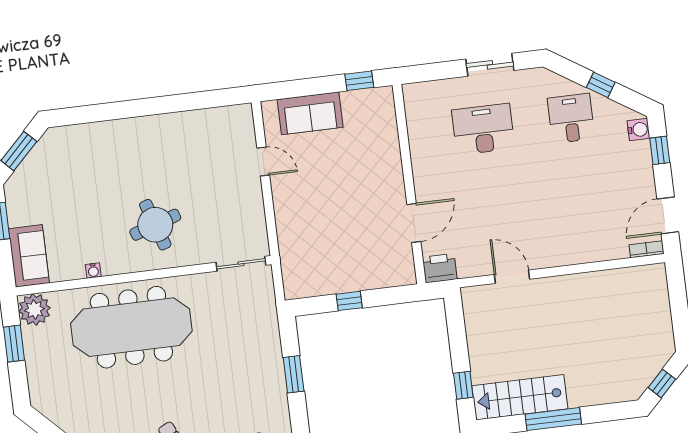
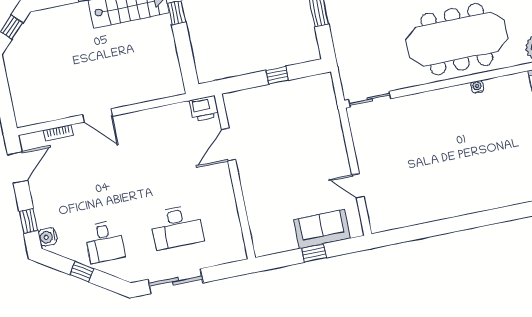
sliding door: (490, 65) -> (176, 281), width x1.37
window: (359, 81) -> (314, 253), moved
round table: (155, 225) -> (444, 126), removed
bookcase: (647, 249) -> (58, 133), moved
water cooler: (93, 271) -> (477, 87), moved
door: (512, 277) -> (97, 115), moved

